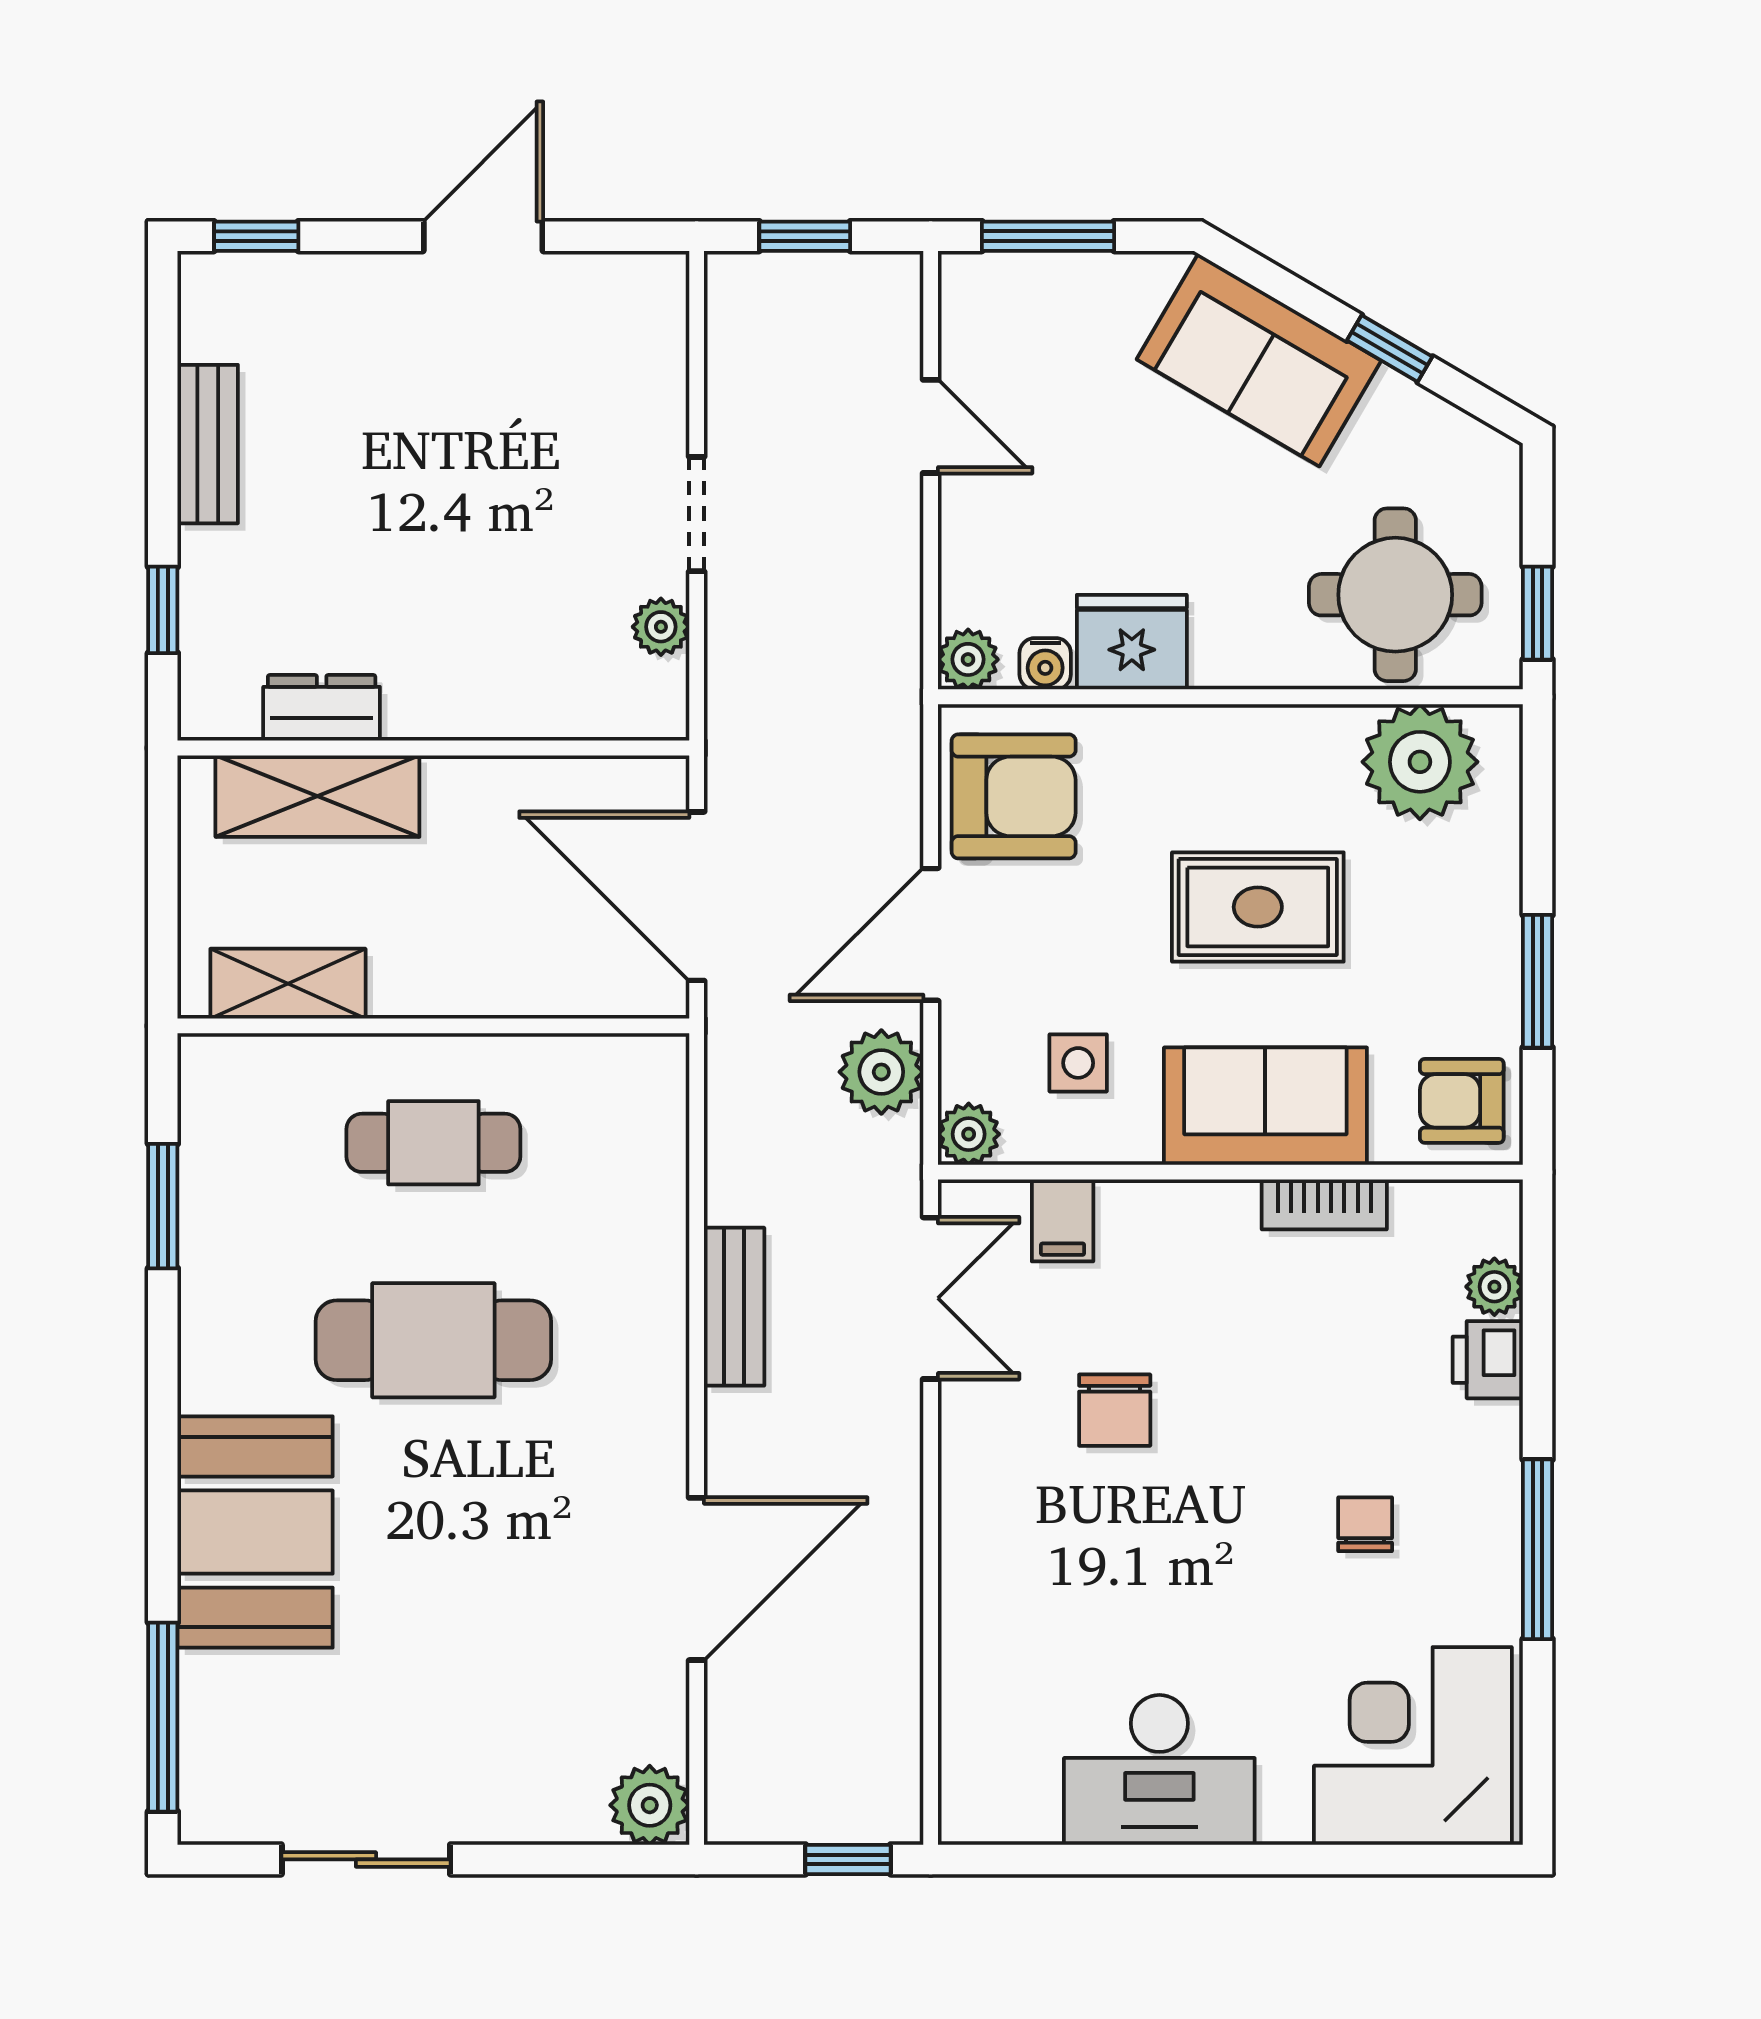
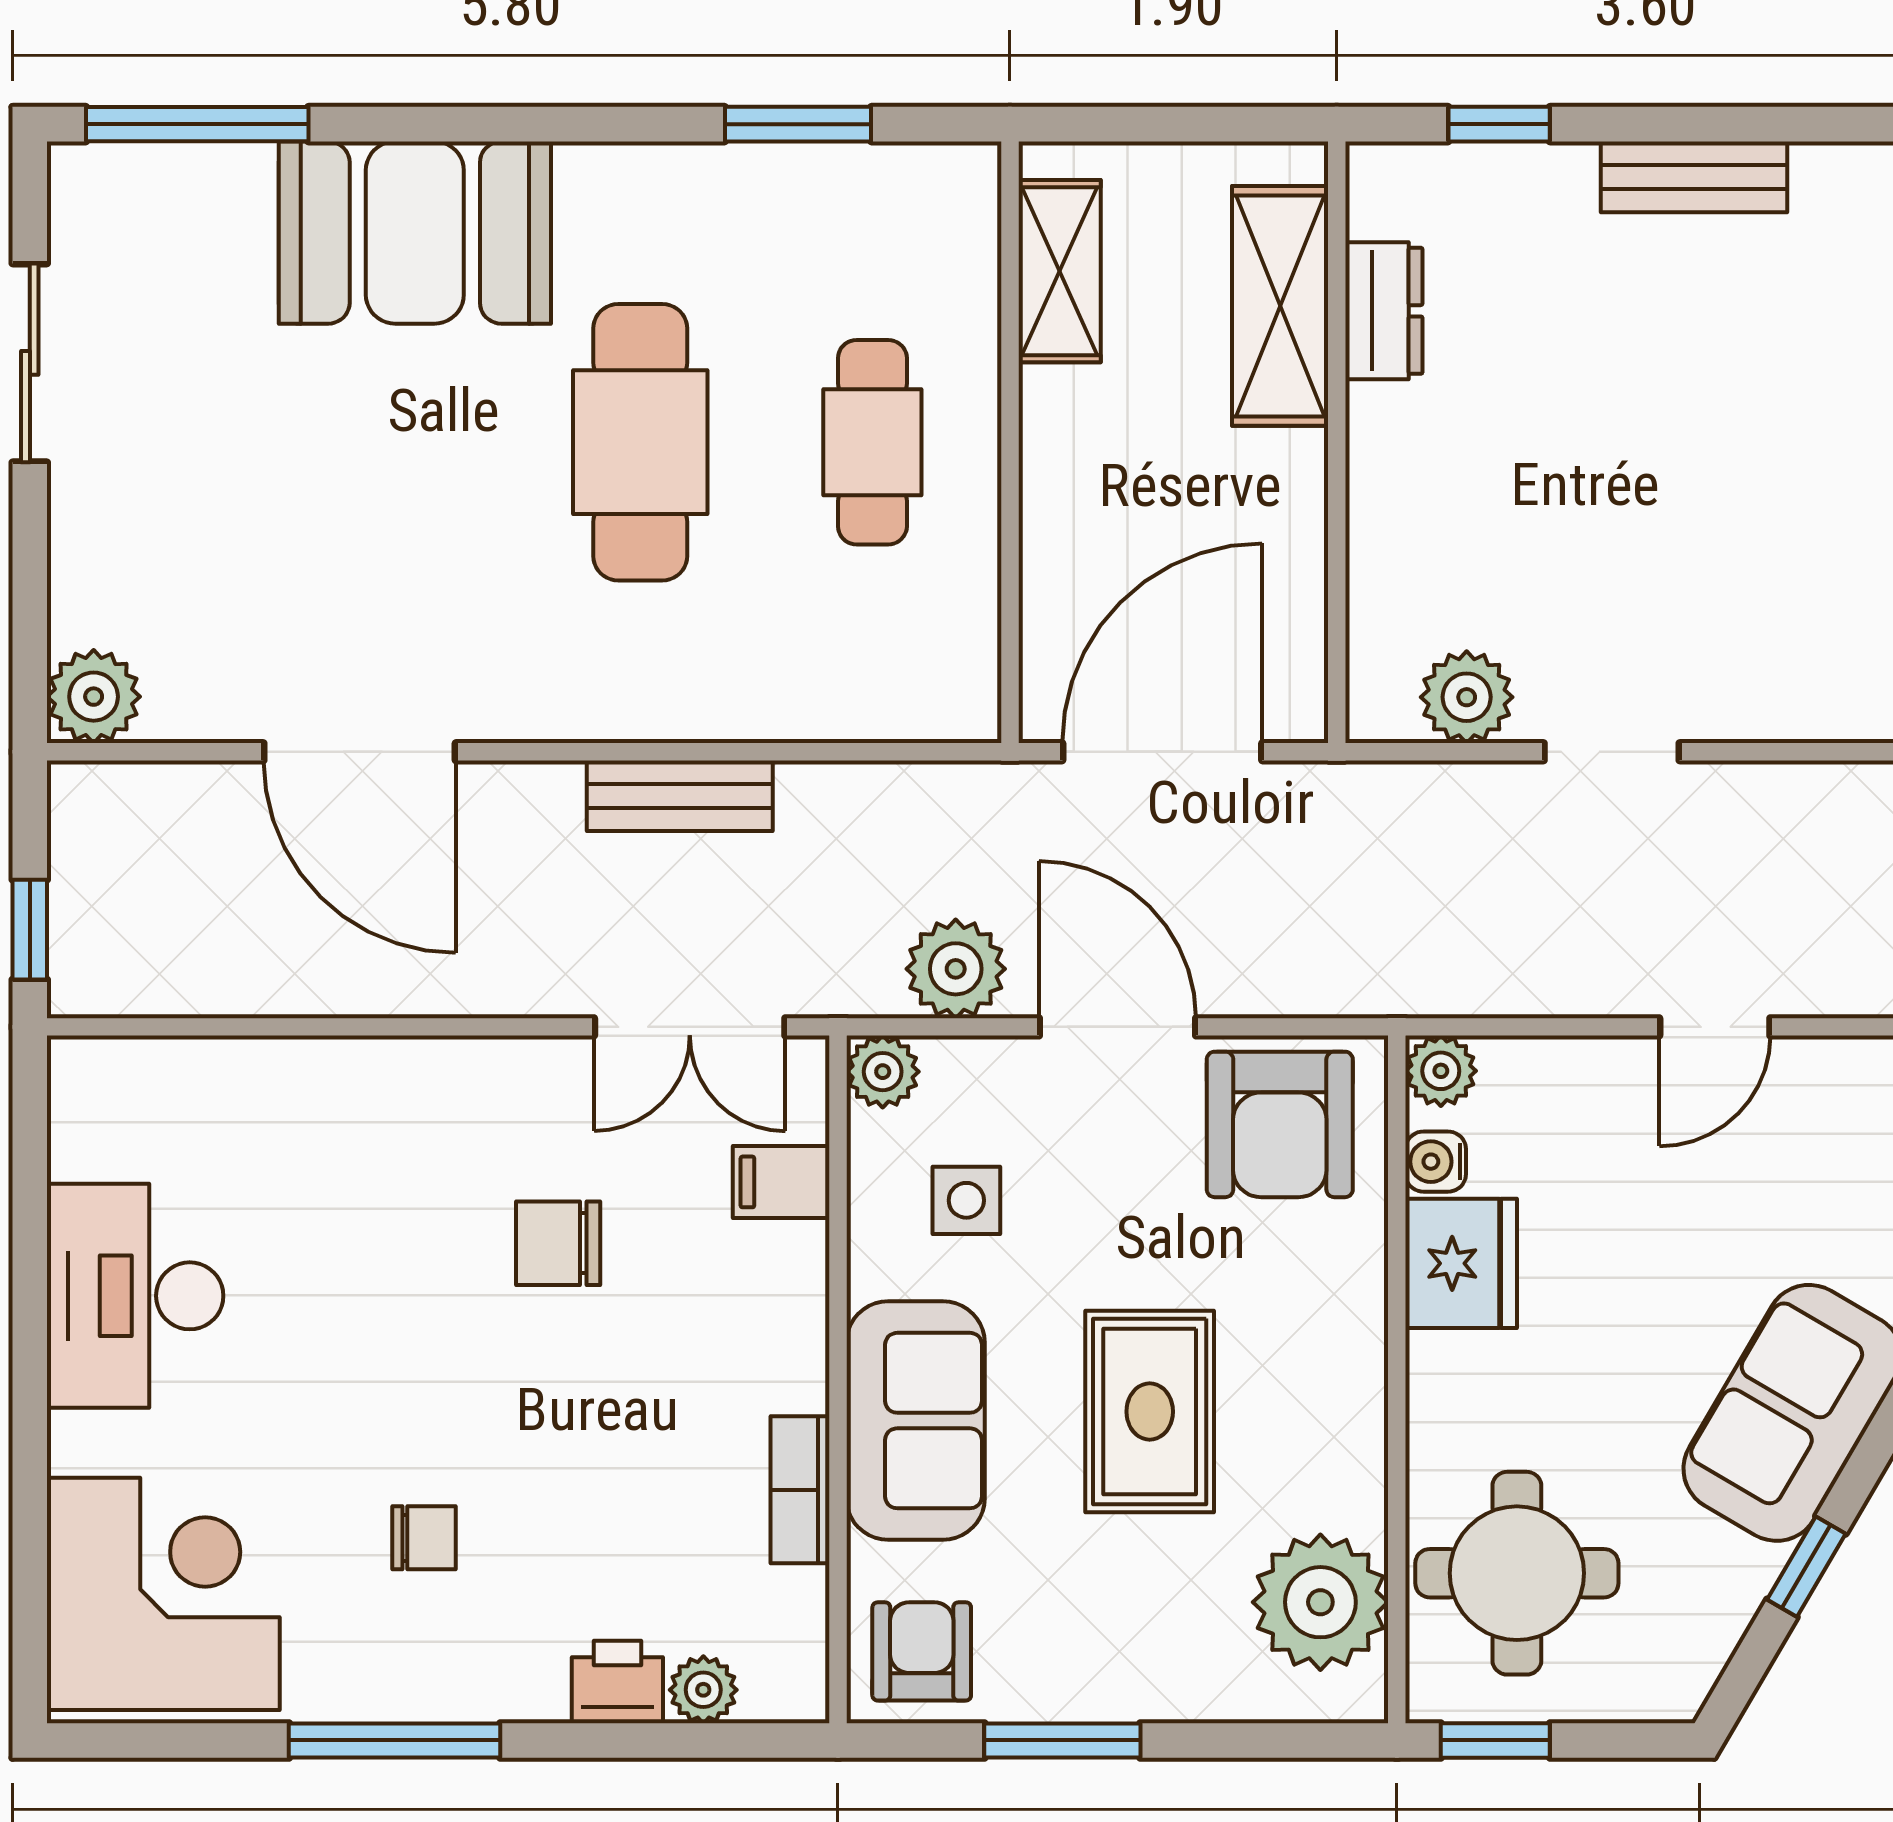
plant: (661, 627) -> (1467, 697), width x1.38, depth x1.38

